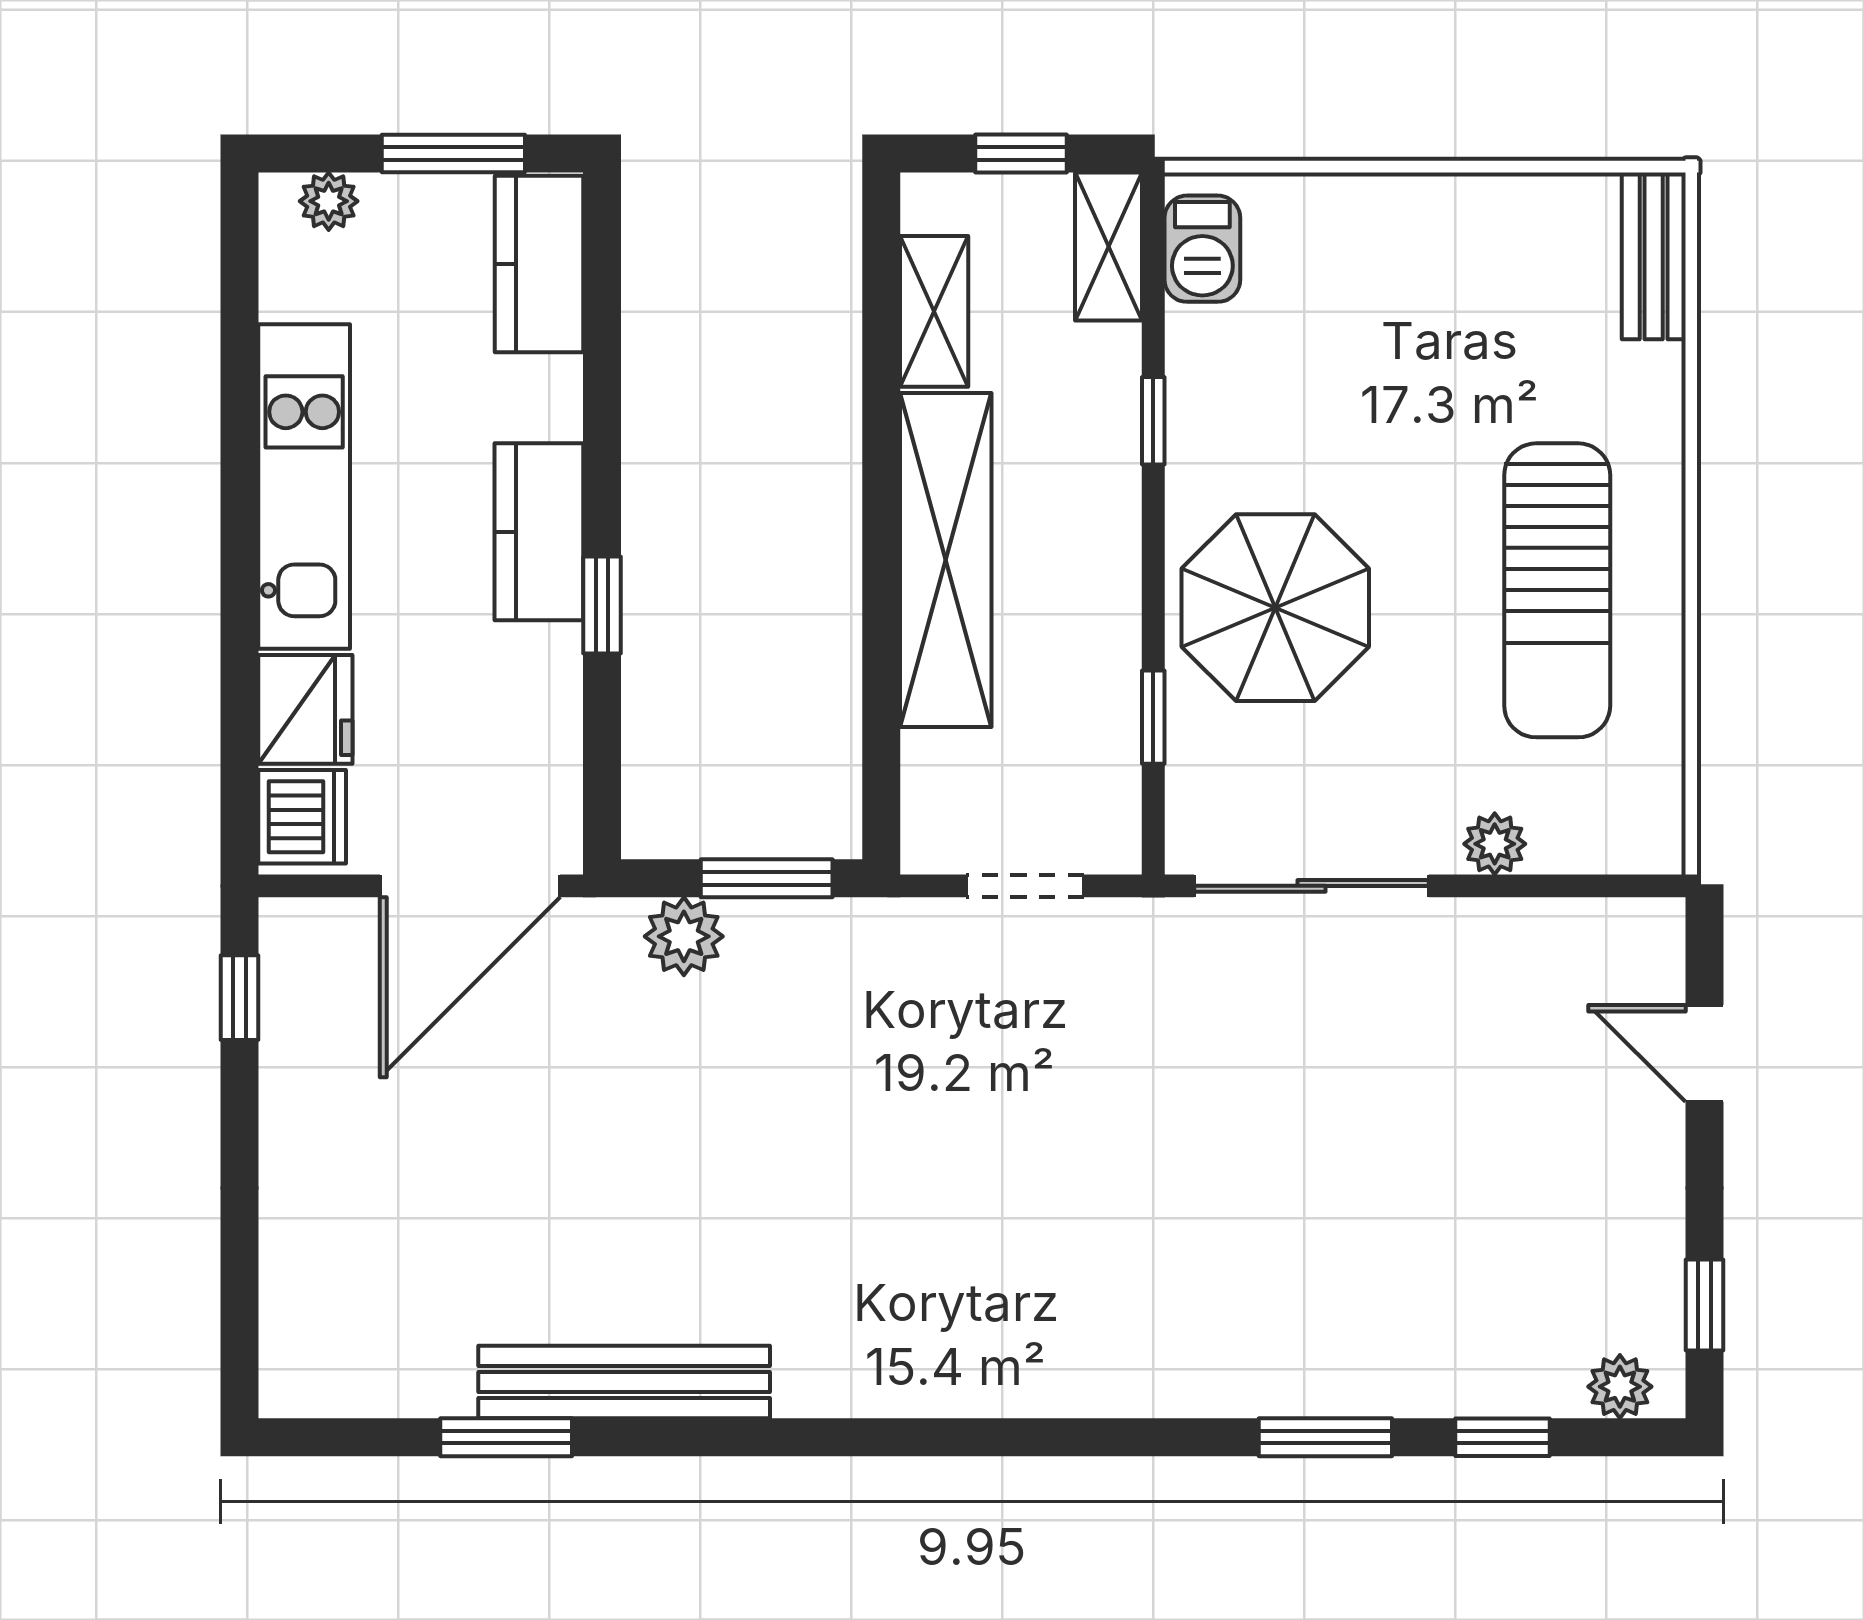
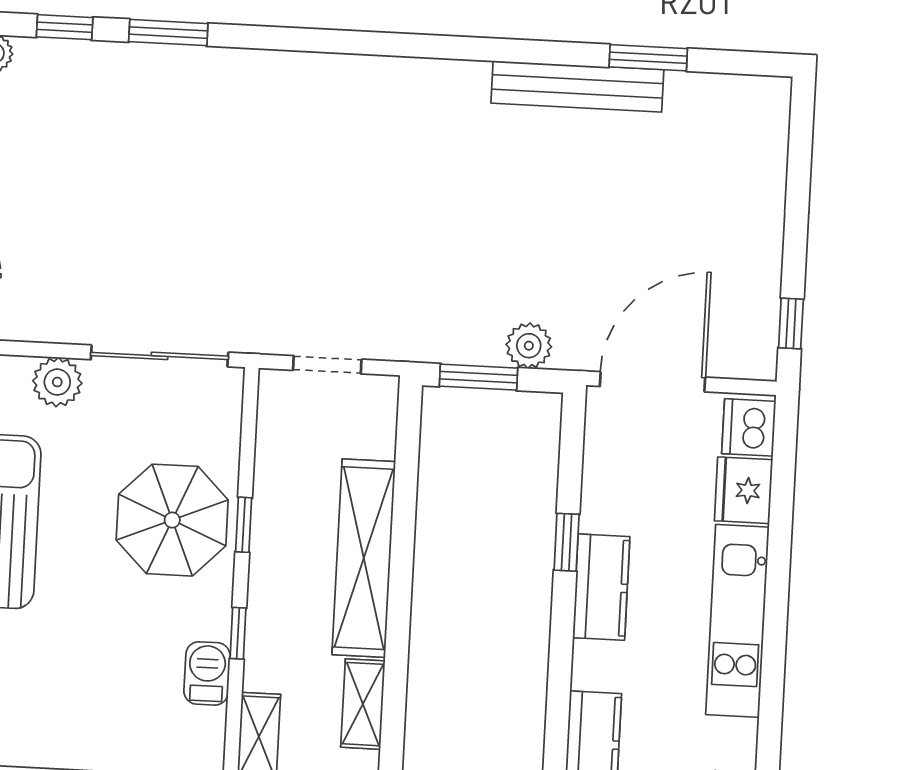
barbecue: (1202, 249) -> (207, 673), moved
window: (1153, 717) -> (244, 525), moved
plant: (1495, 844) -> (57, 382), width x1.38, depth x1.38

